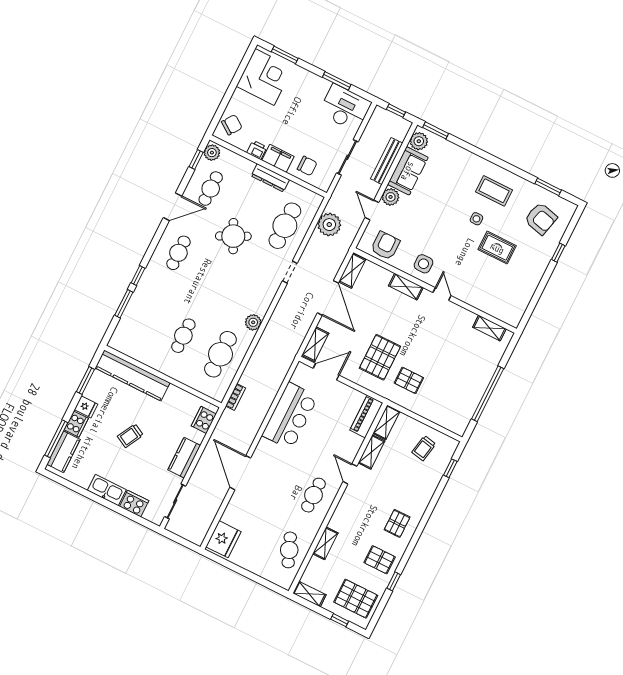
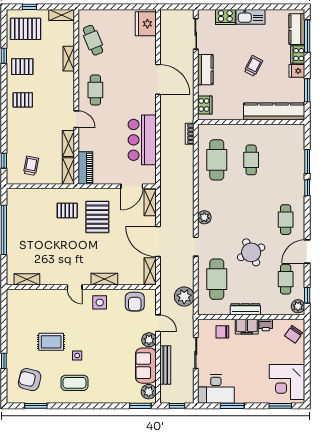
plant: (253, 322) -> (204, 217), moved
pallet: (397, 523) -> (23, 100), turned 90

